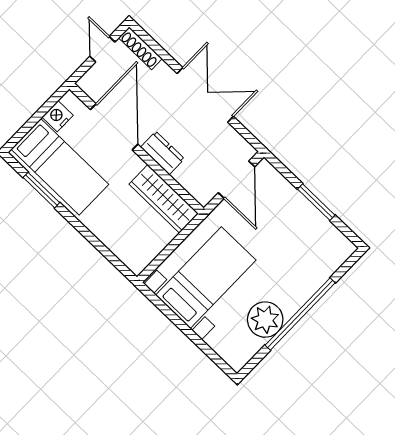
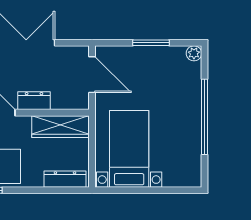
dresser: (123, 249) -> (65, 179), added
plant: (265, 320) -> (194, 53), moved, width x0.53, depth x0.53

